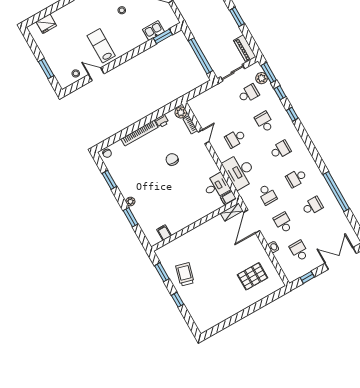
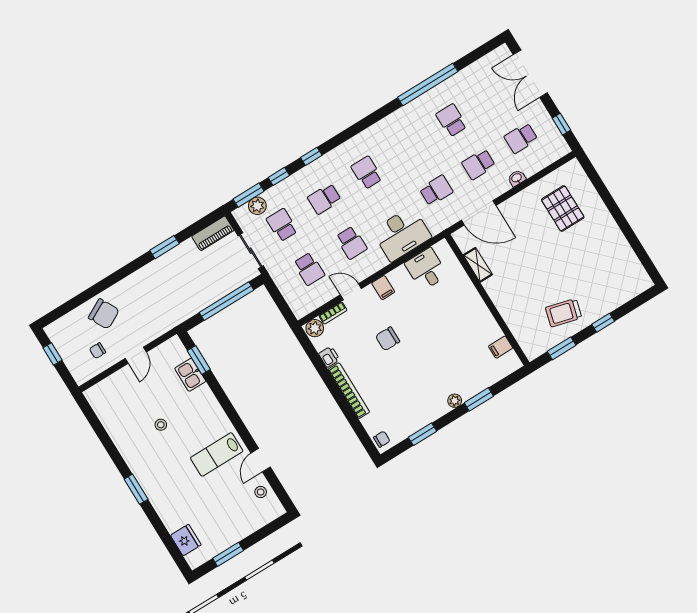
window: (46, 69) -> (228, 554), moved
school desk: (296, 178) -> (309, 269), moved
filing cabinet: (228, 198) -> (383, 288), moved
shelving: (232, 212) -> (478, 265), moved

